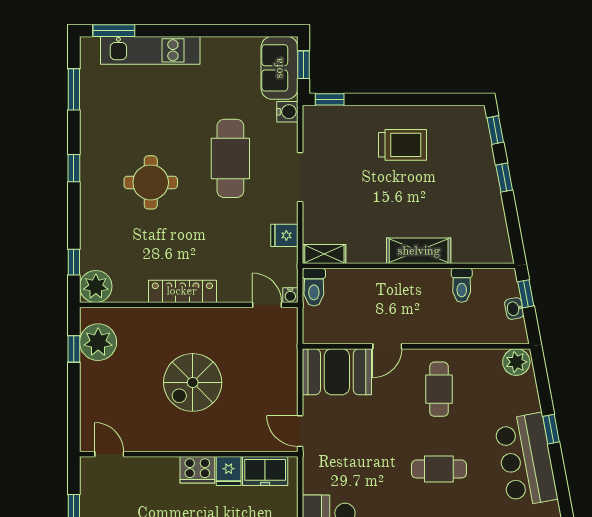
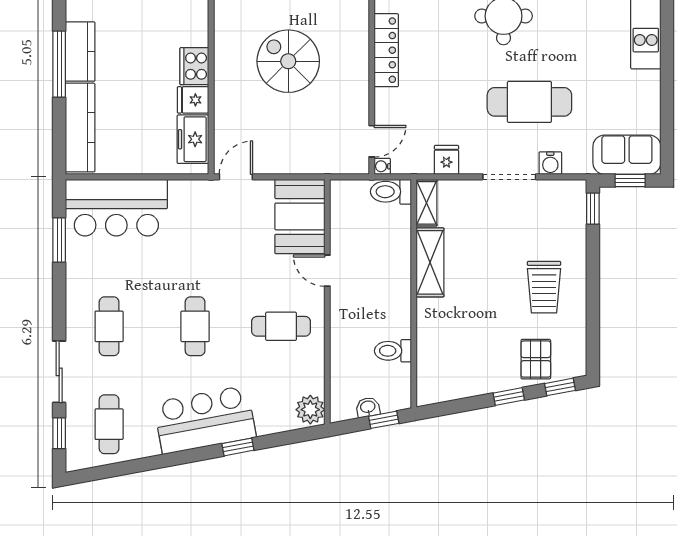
water cooler: (287, 112) -> (550, 163), moved
pallet: (469, 152) -> (536, 359), added
shelving: (419, 251) -> (430, 262), moved

